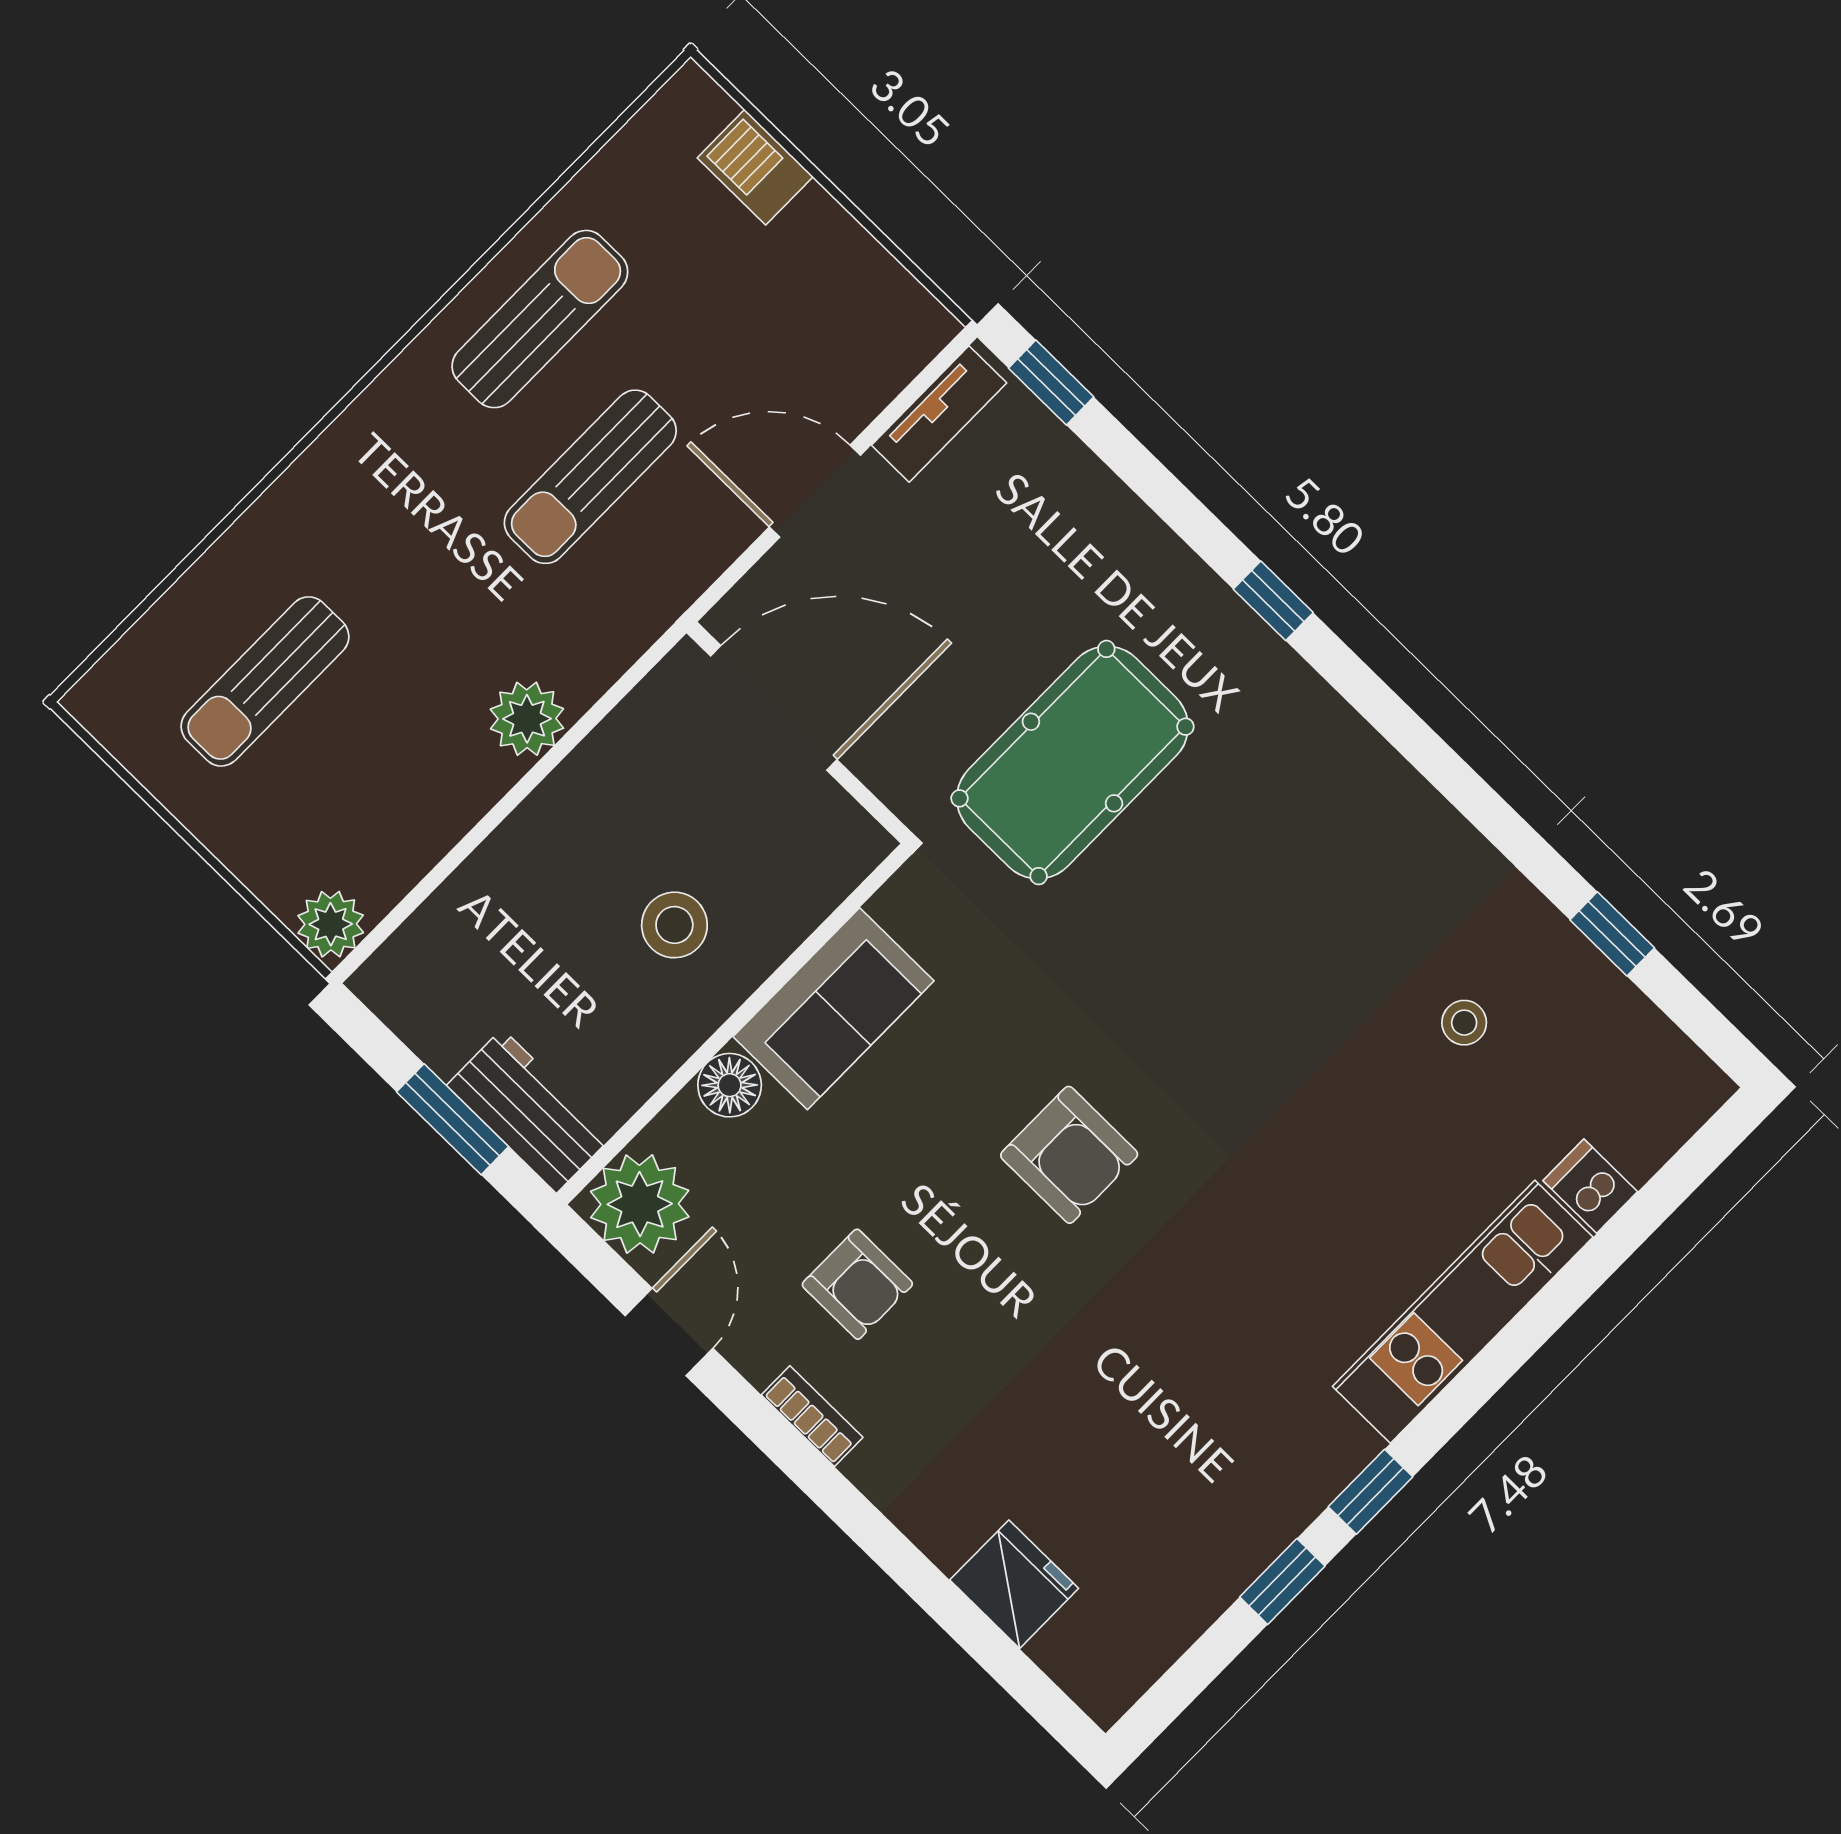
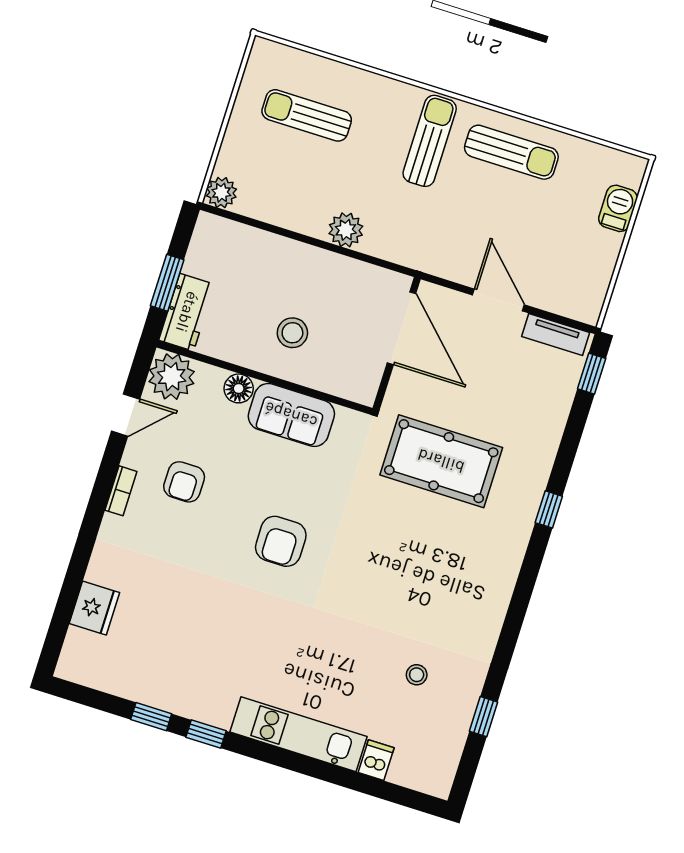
sun lounger: (590, 477) -> (430, 141), moved, turned 90

